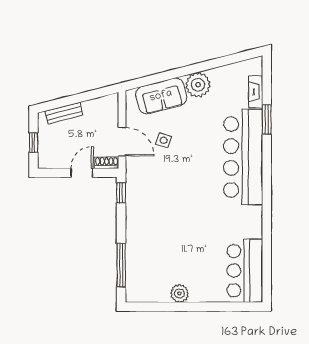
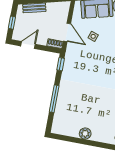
door: (82, 173) -> (28, 45), moved
window: (121, 265) -> (54, 99), moved

